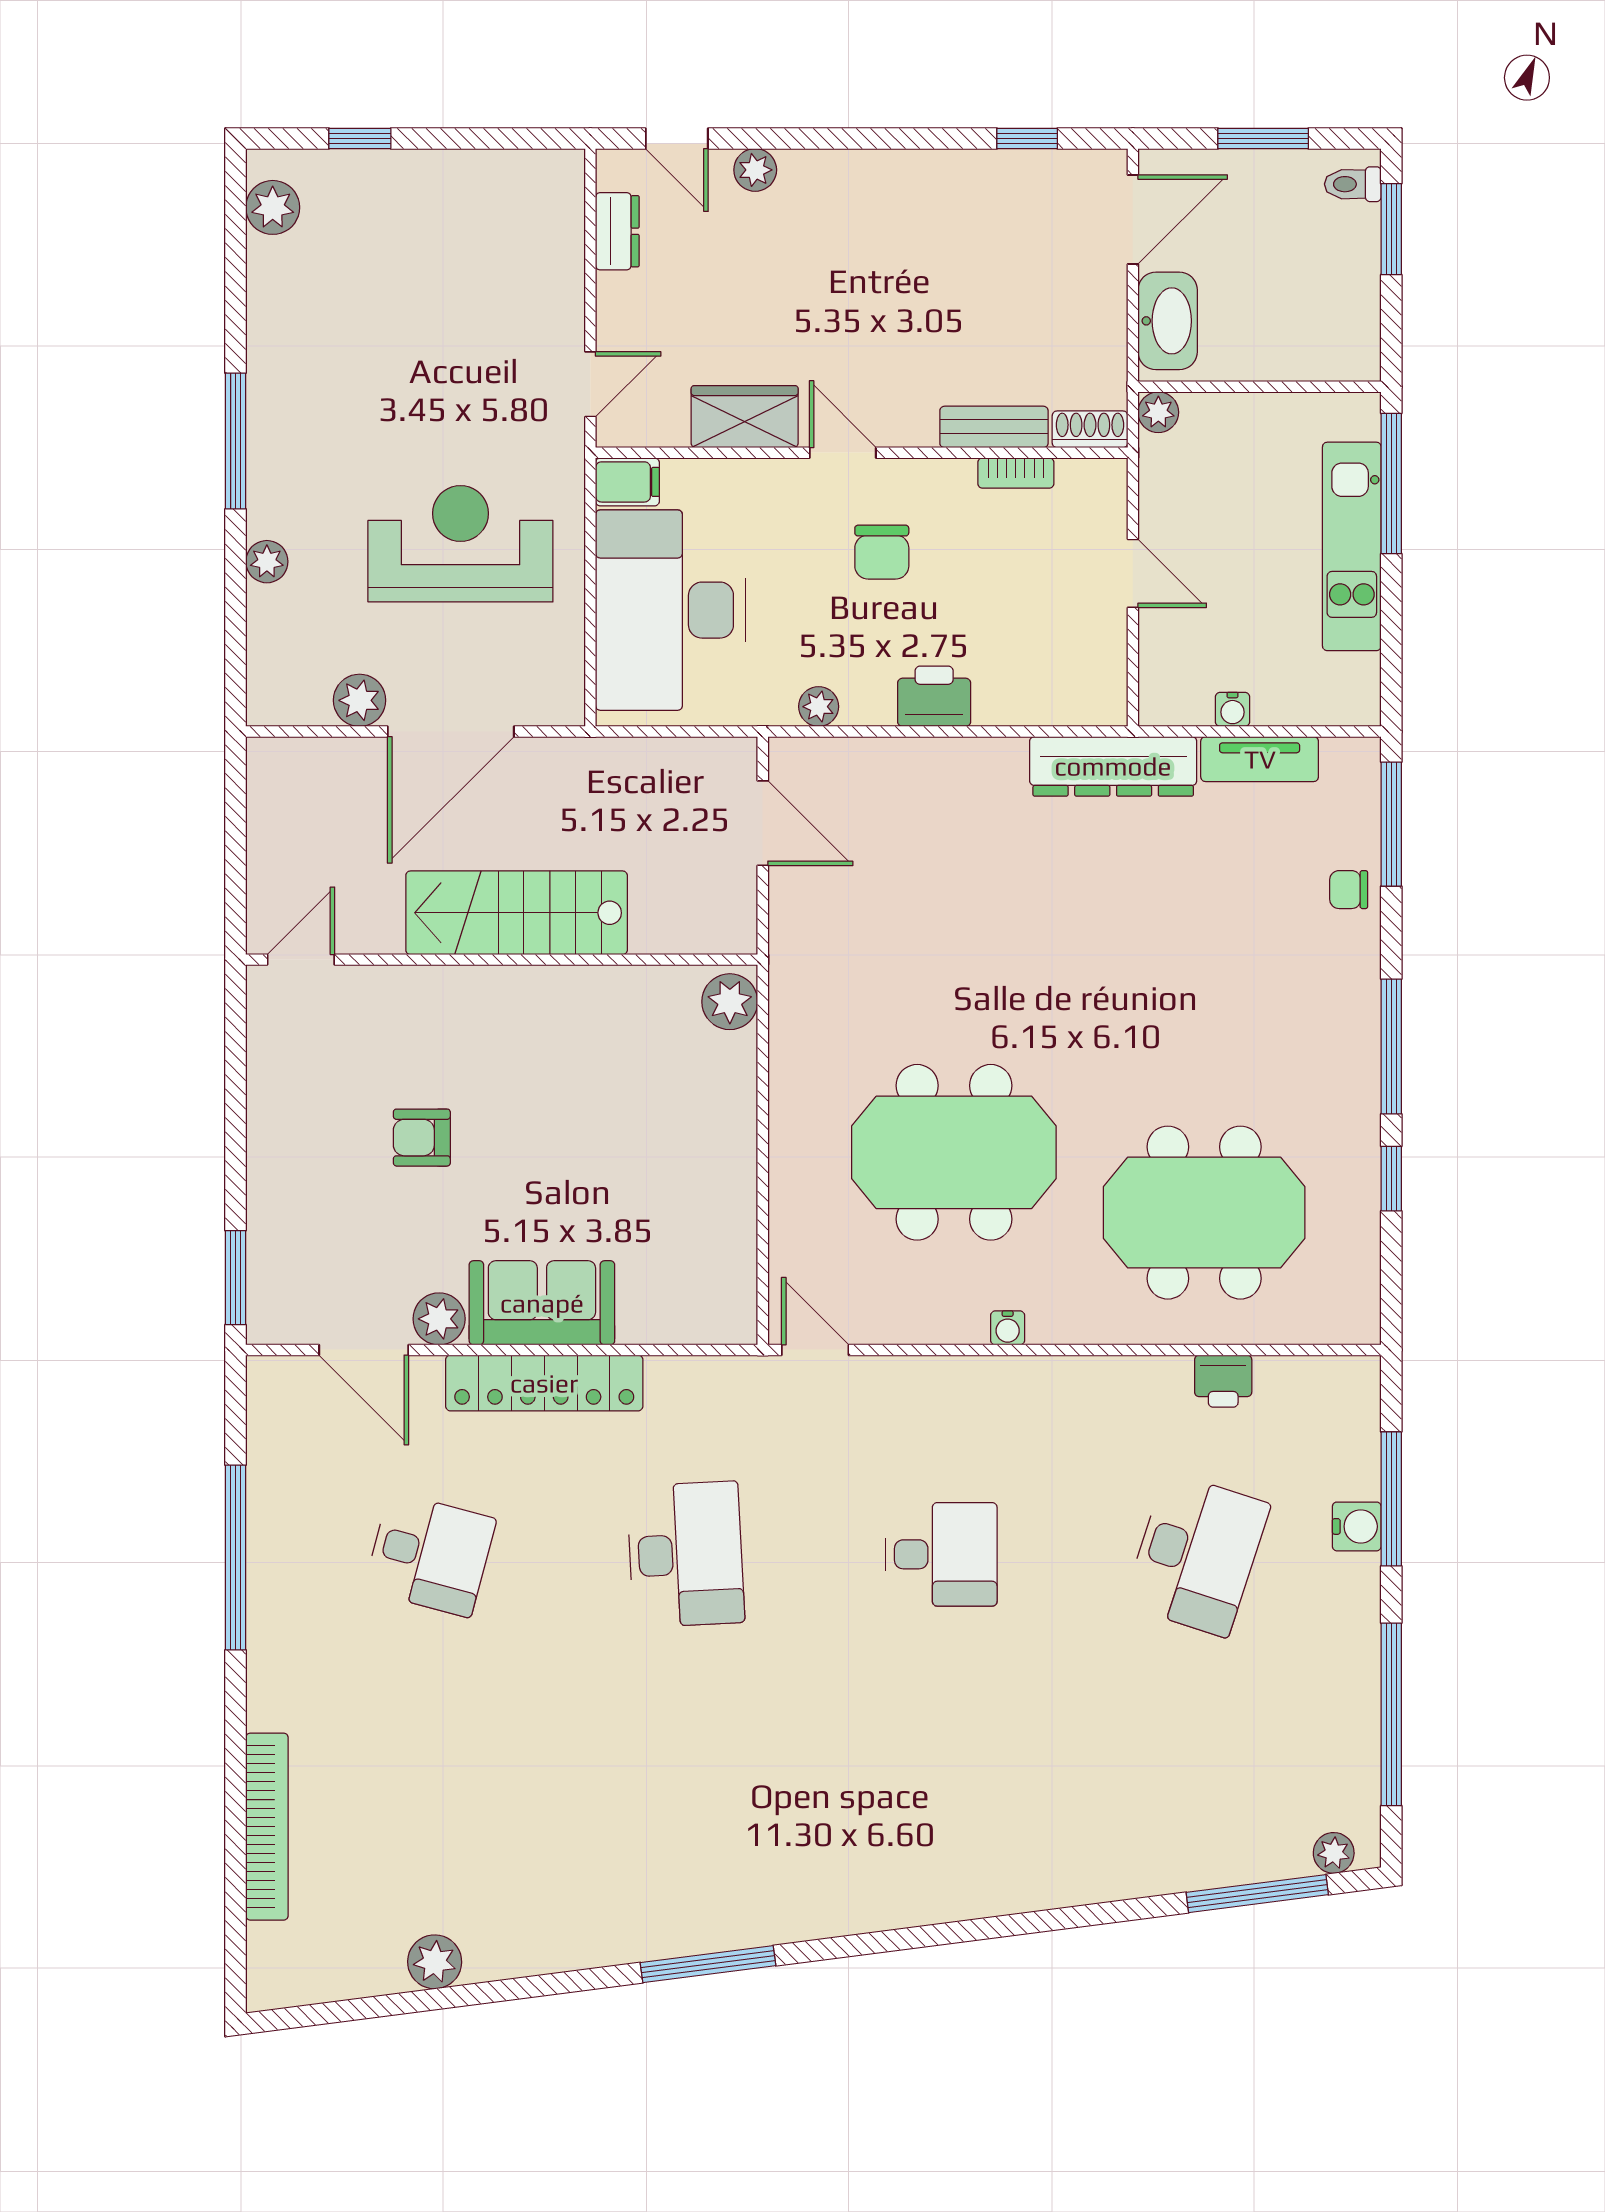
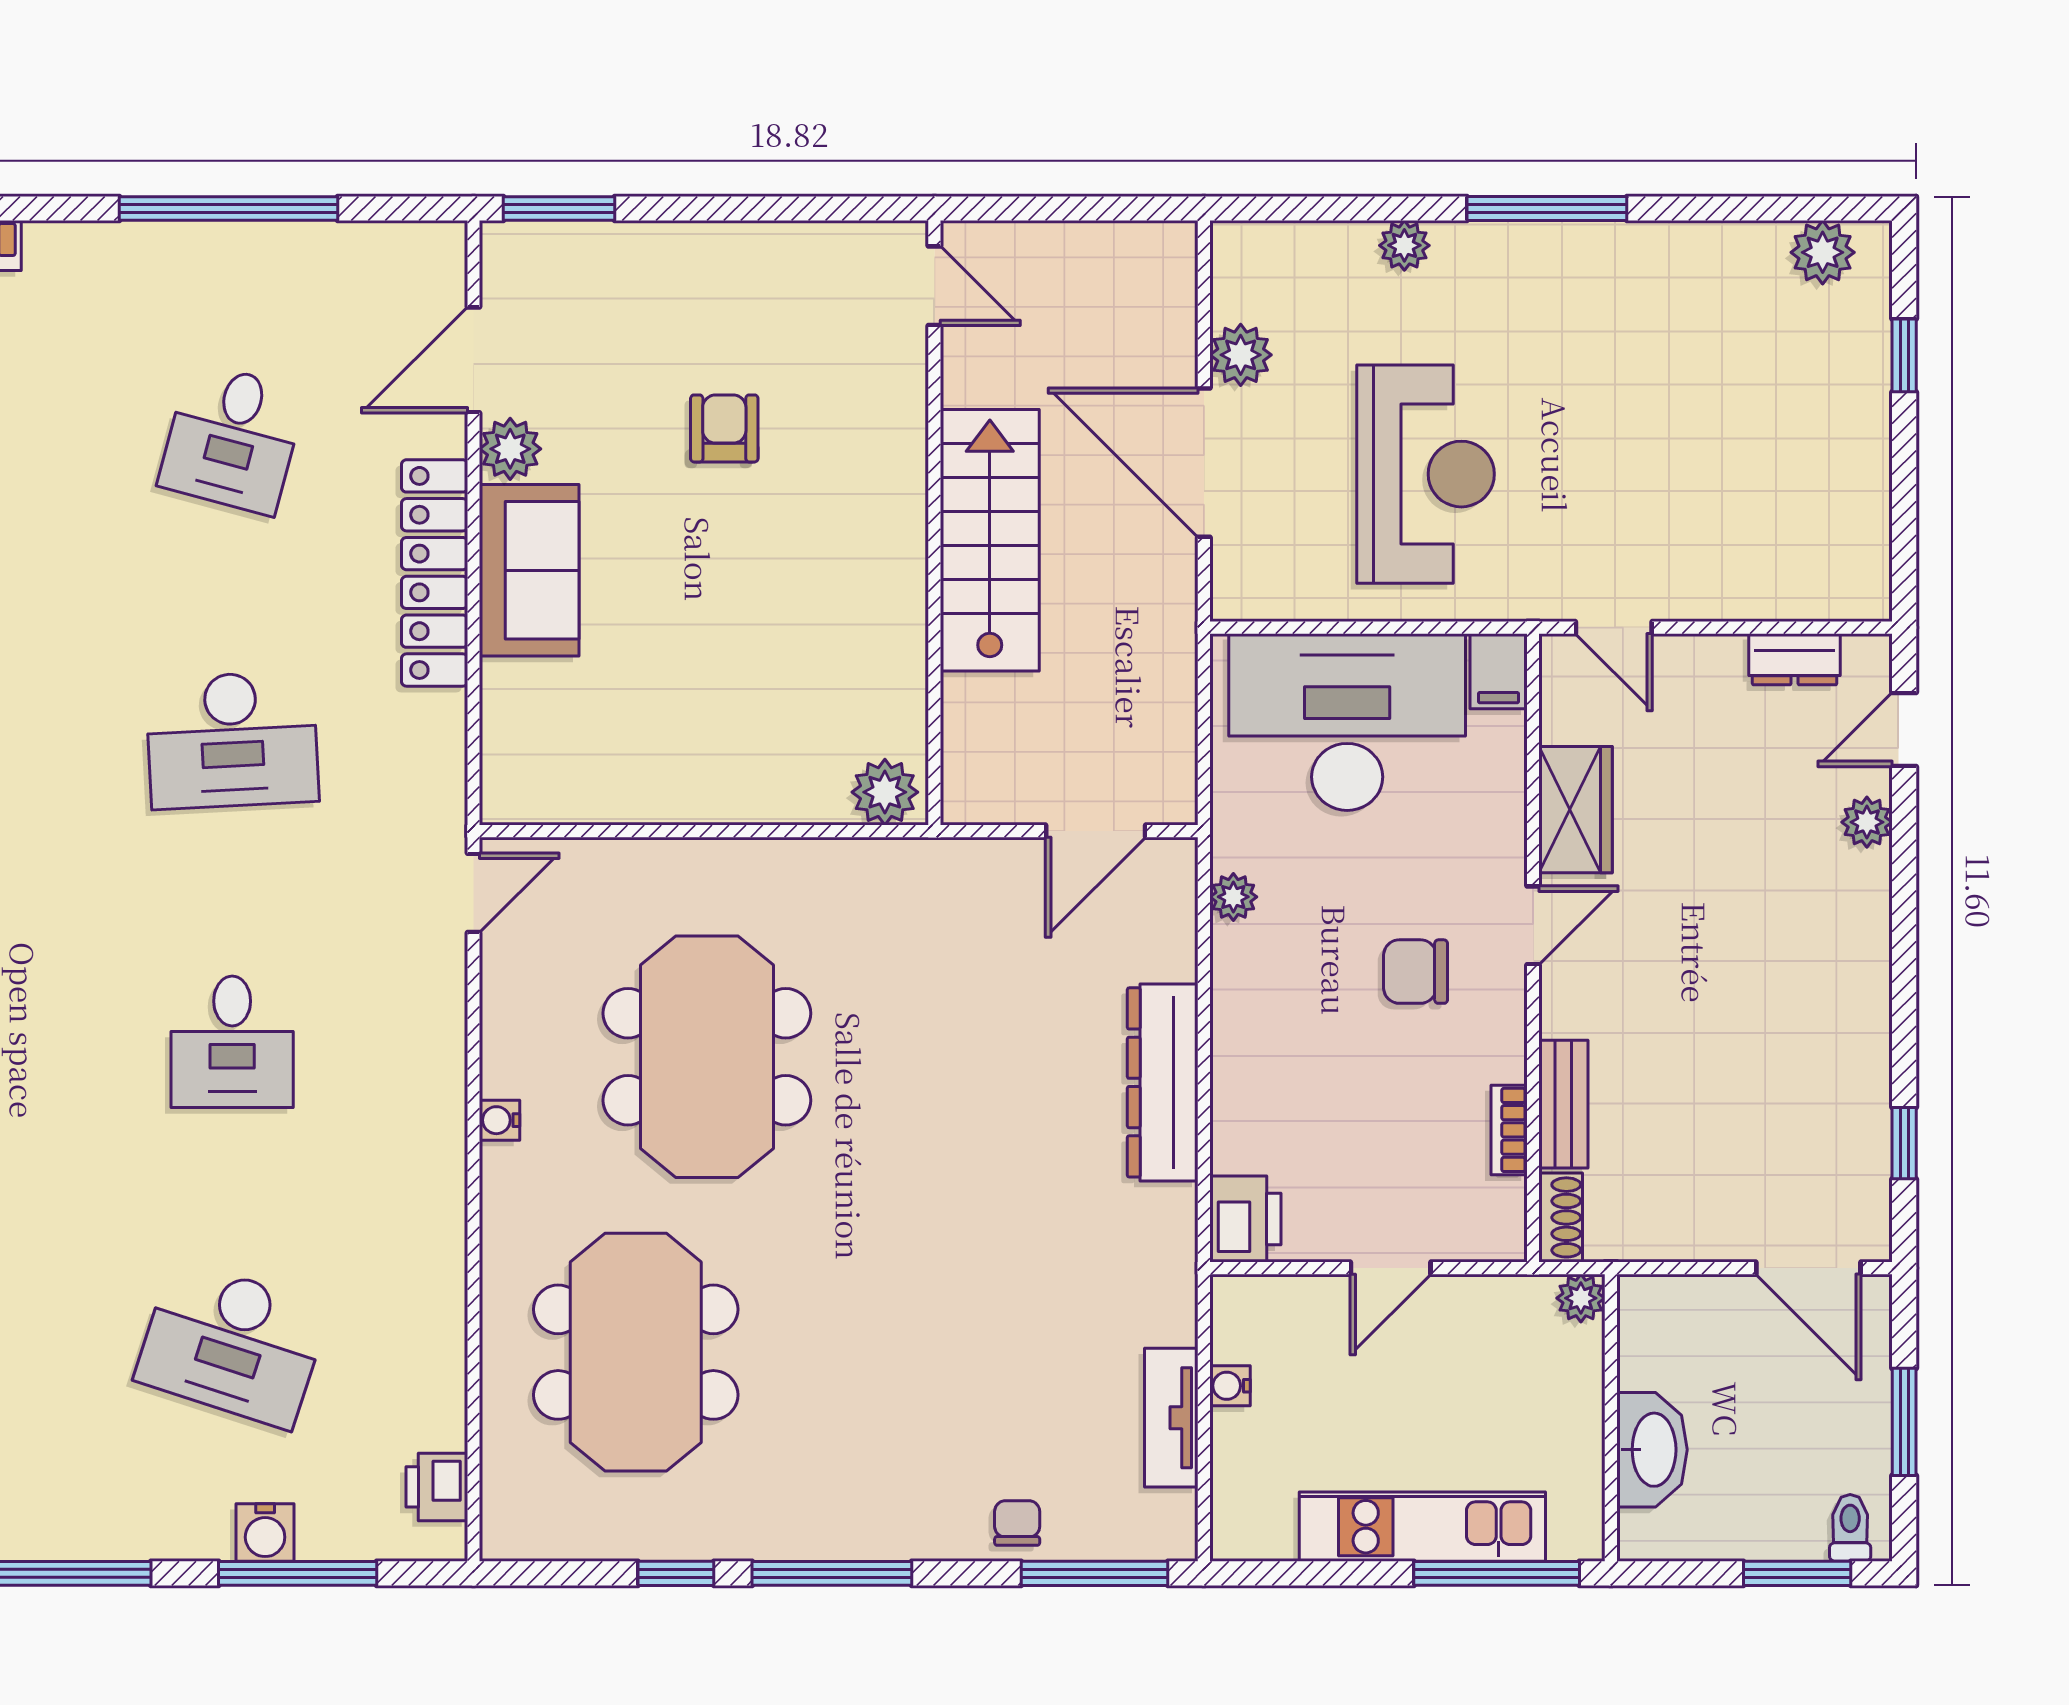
washbasin: (1168, 321) -> (1652, 1450), moved, turned -90
printer: (934, 696) -> (1245, 1219), moved
dresser: (1113, 766) -> (1163, 1082), moved
printer: (1223, 1381) -> (437, 1487), moved

